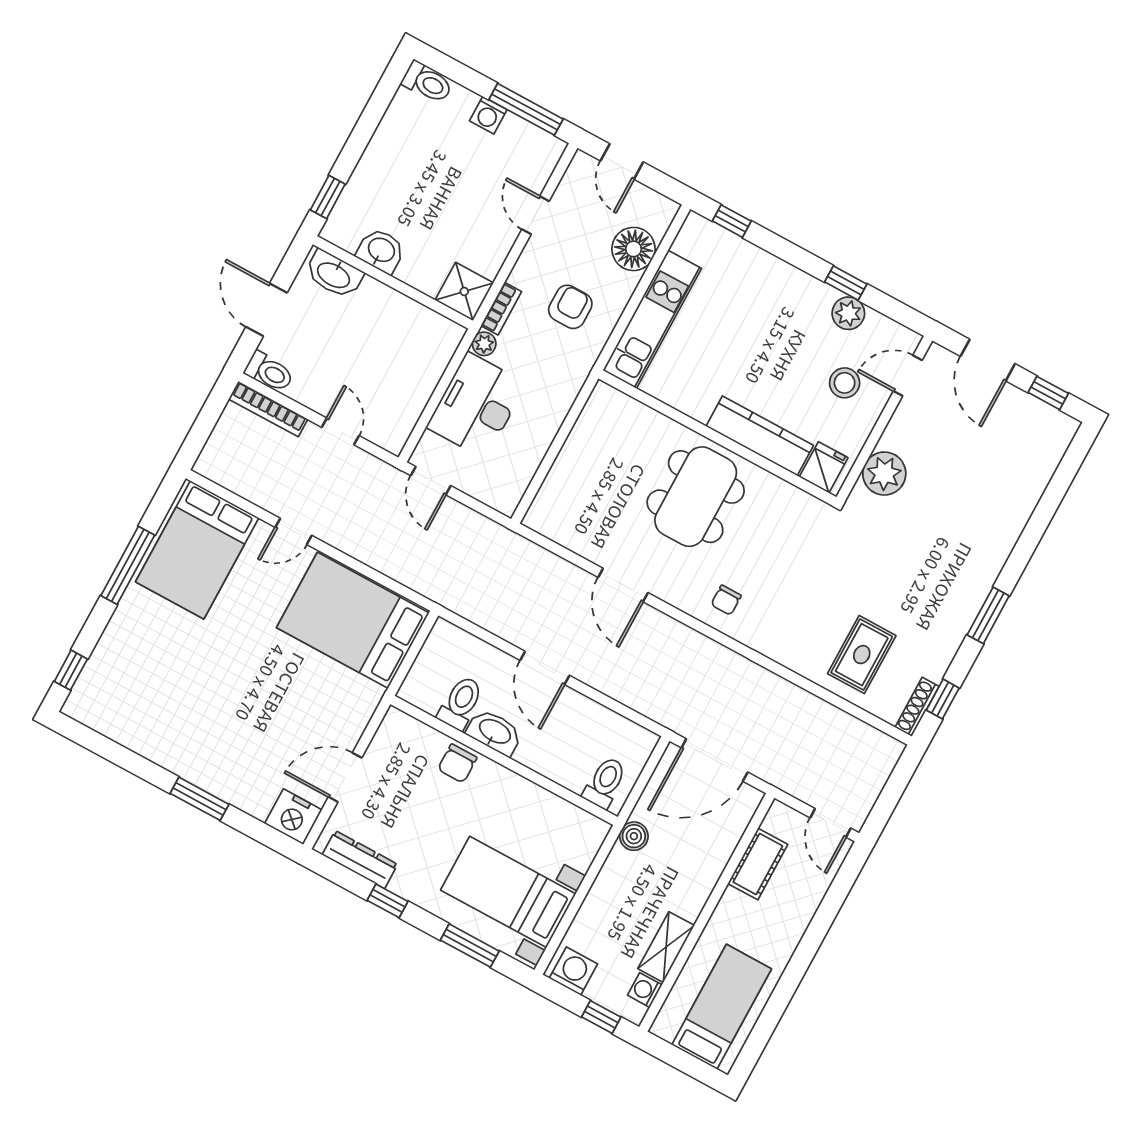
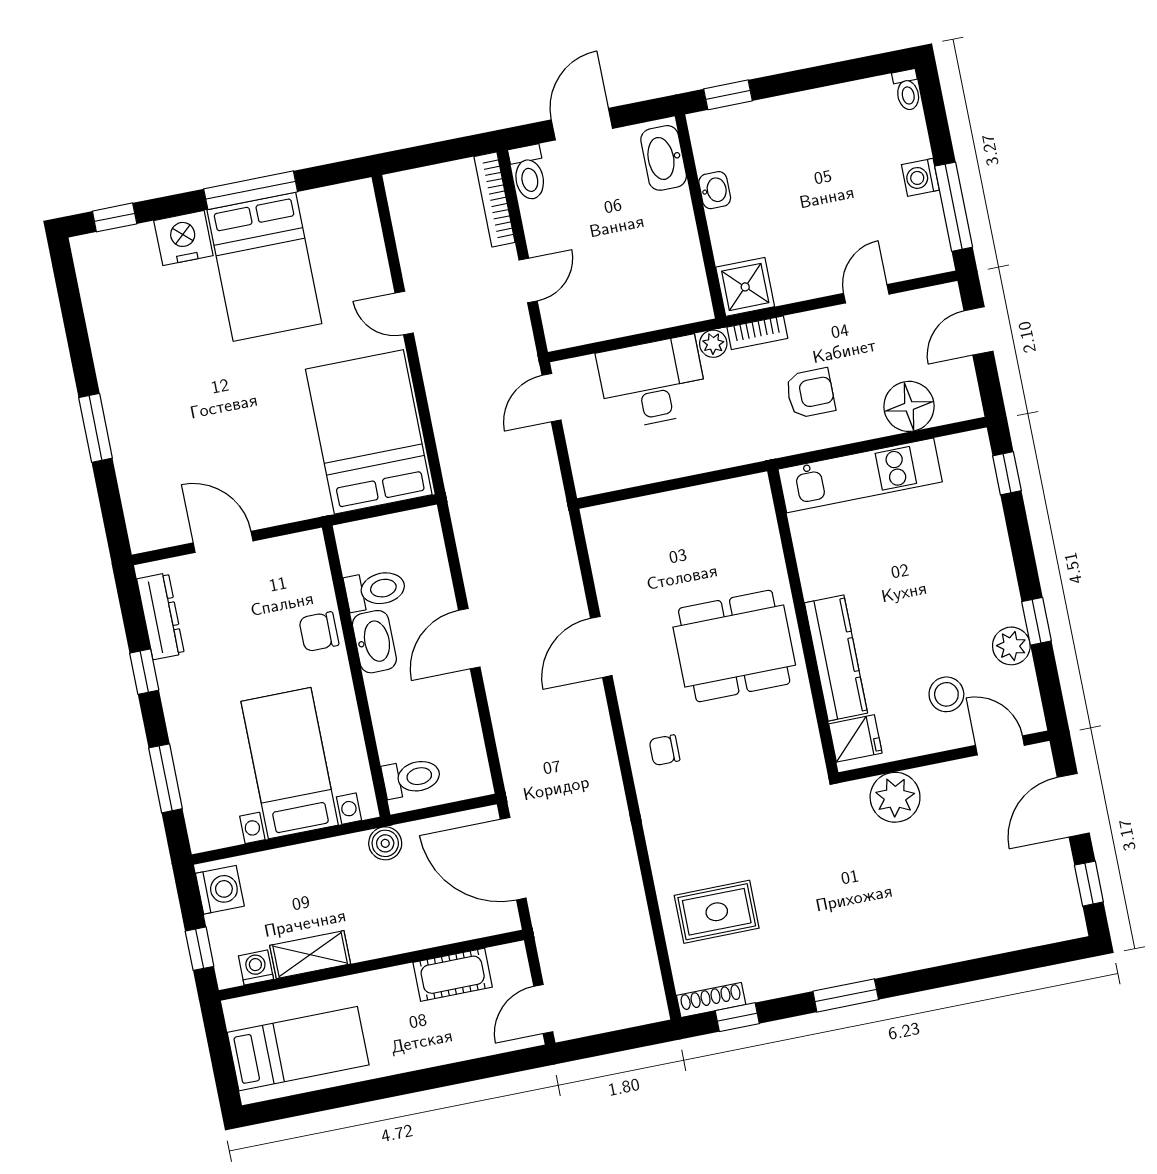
toilet: (427, 82) -> (907, 90), width x0.73, depth x0.72
washbasin: (381, 251) -> (715, 190), width x0.72, depth x0.69
bed: (197, 550) -> (264, 267), moved, turned -90
nightstand: (293, 817) -> (183, 238), moved, turned 90
bed with nightstands: (508, 892) -> (290, 763), moved

